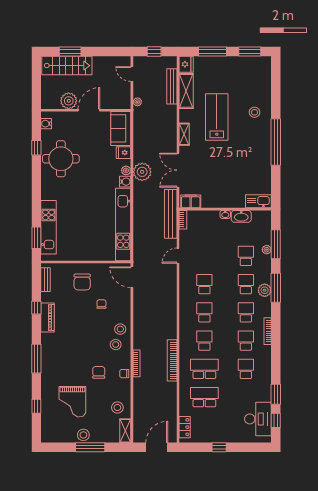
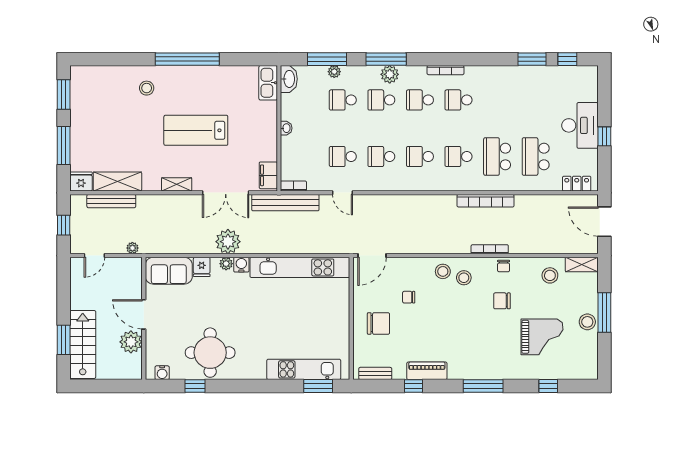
lab bench: (217, 117) -> (196, 130), moved
washbasin: (241, 216) -> (289, 79), moved
school desk: (246, 369) -> (343, 157), moved
desk: (258, 419) -> (580, 125), moved, turned 90

